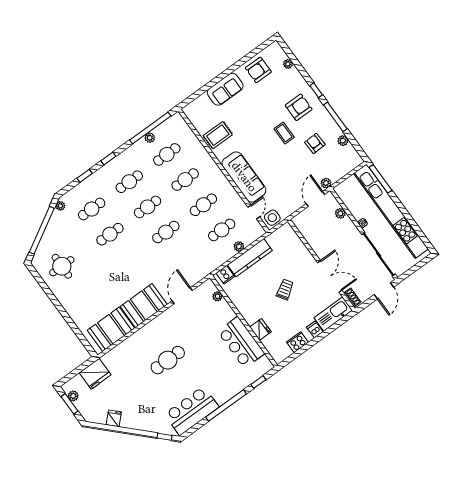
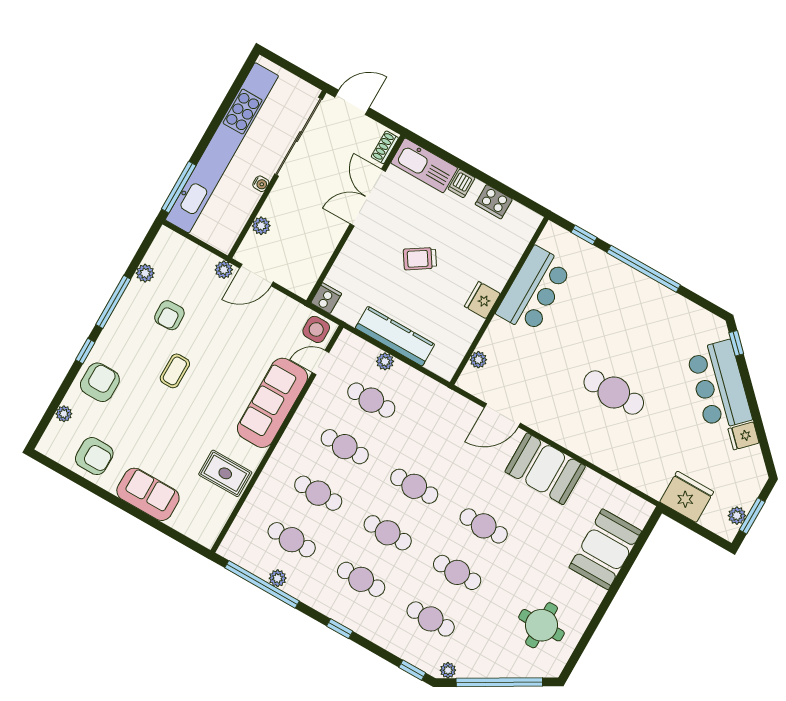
armchair: (299, 107) -> (100, 382), moved, turned 90
window: (85, 176) -> (412, 670), moved
cafe table: (128, 259) -> (484, 526), added
cooker: (225, 275) -> (326, 298), moved
booth: (111, 329) -> (605, 549), moved, turned 90
fridge: (260, 329) -> (482, 300), moved
bar counter: (192, 411) -> (719, 385), moved, turned 45

